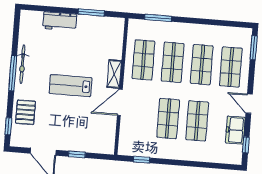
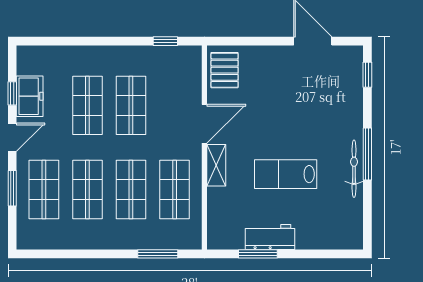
workbench: (60, 21) -> (270, 237), moved
window: (254, 48) -> (12, 188), moved
lab bench: (71, 86) -> (286, 174), moved, turned 180
door: (249, 104) -> (12, 137), hinge flipped
pallet: (26, 112) -> (225, 70), moved
window: (246, 145) -> (12, 93), moved
window: (77, 154) -> (262, 41), removed

